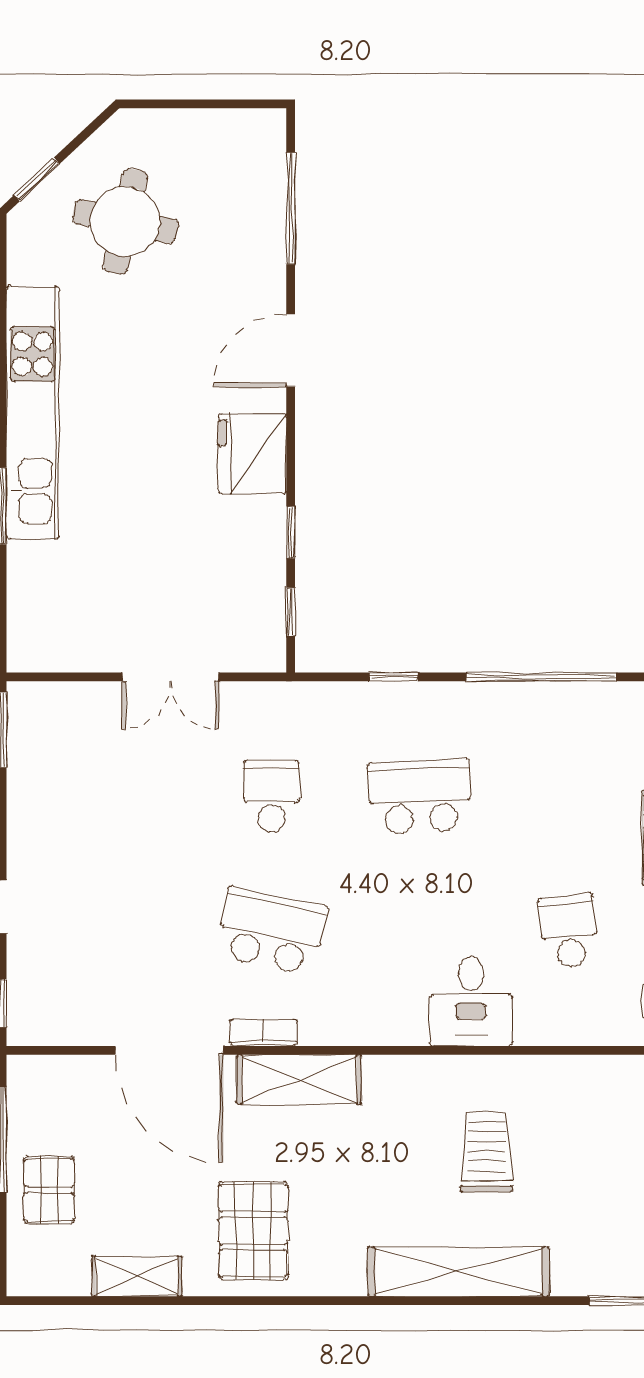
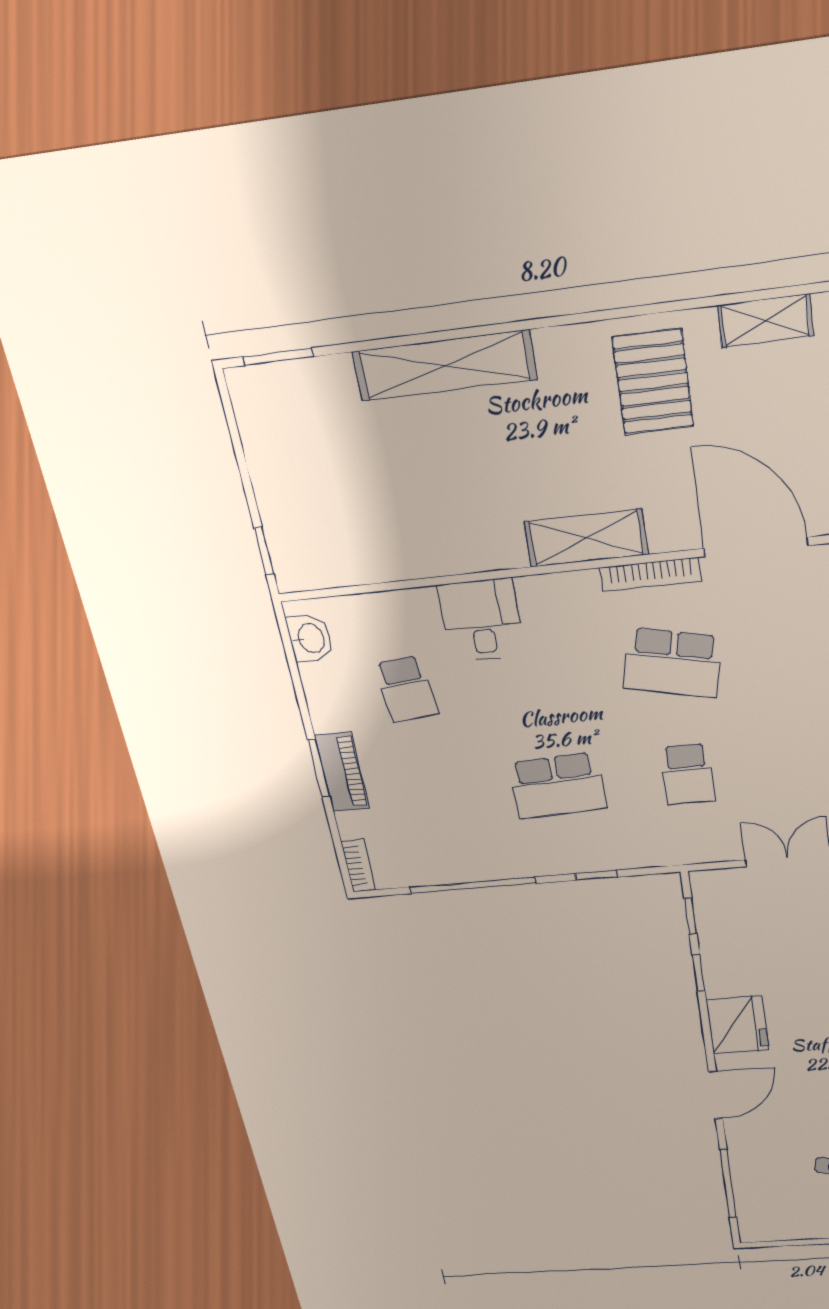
bookcase: (263, 1033) -> (650, 574), width x1.56
shelving: (299, 1079) -> (586, 538), moved
trolley: (487, 1152) -> (440, 486), removed

